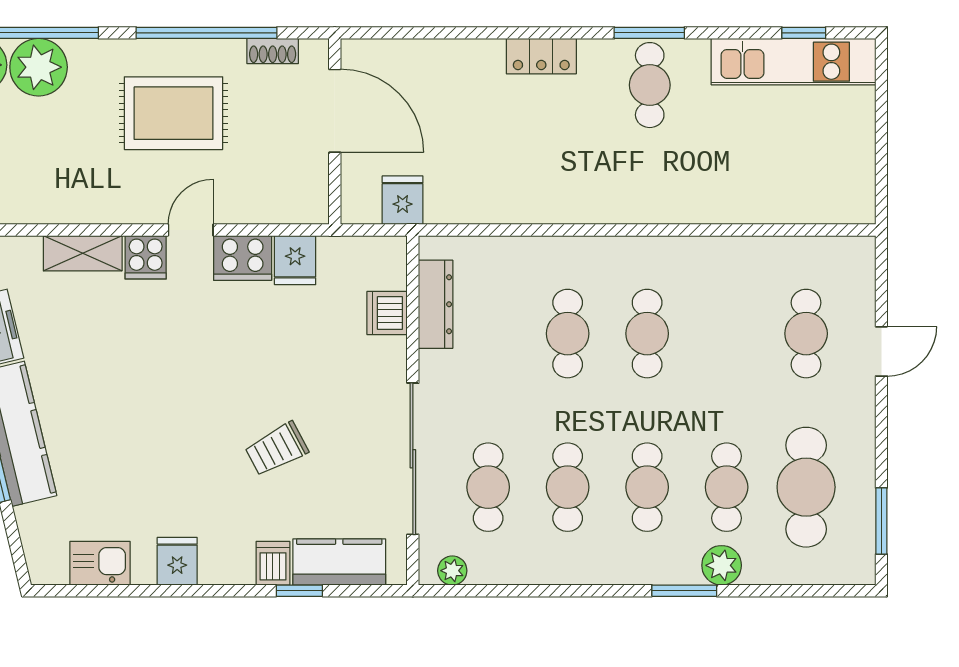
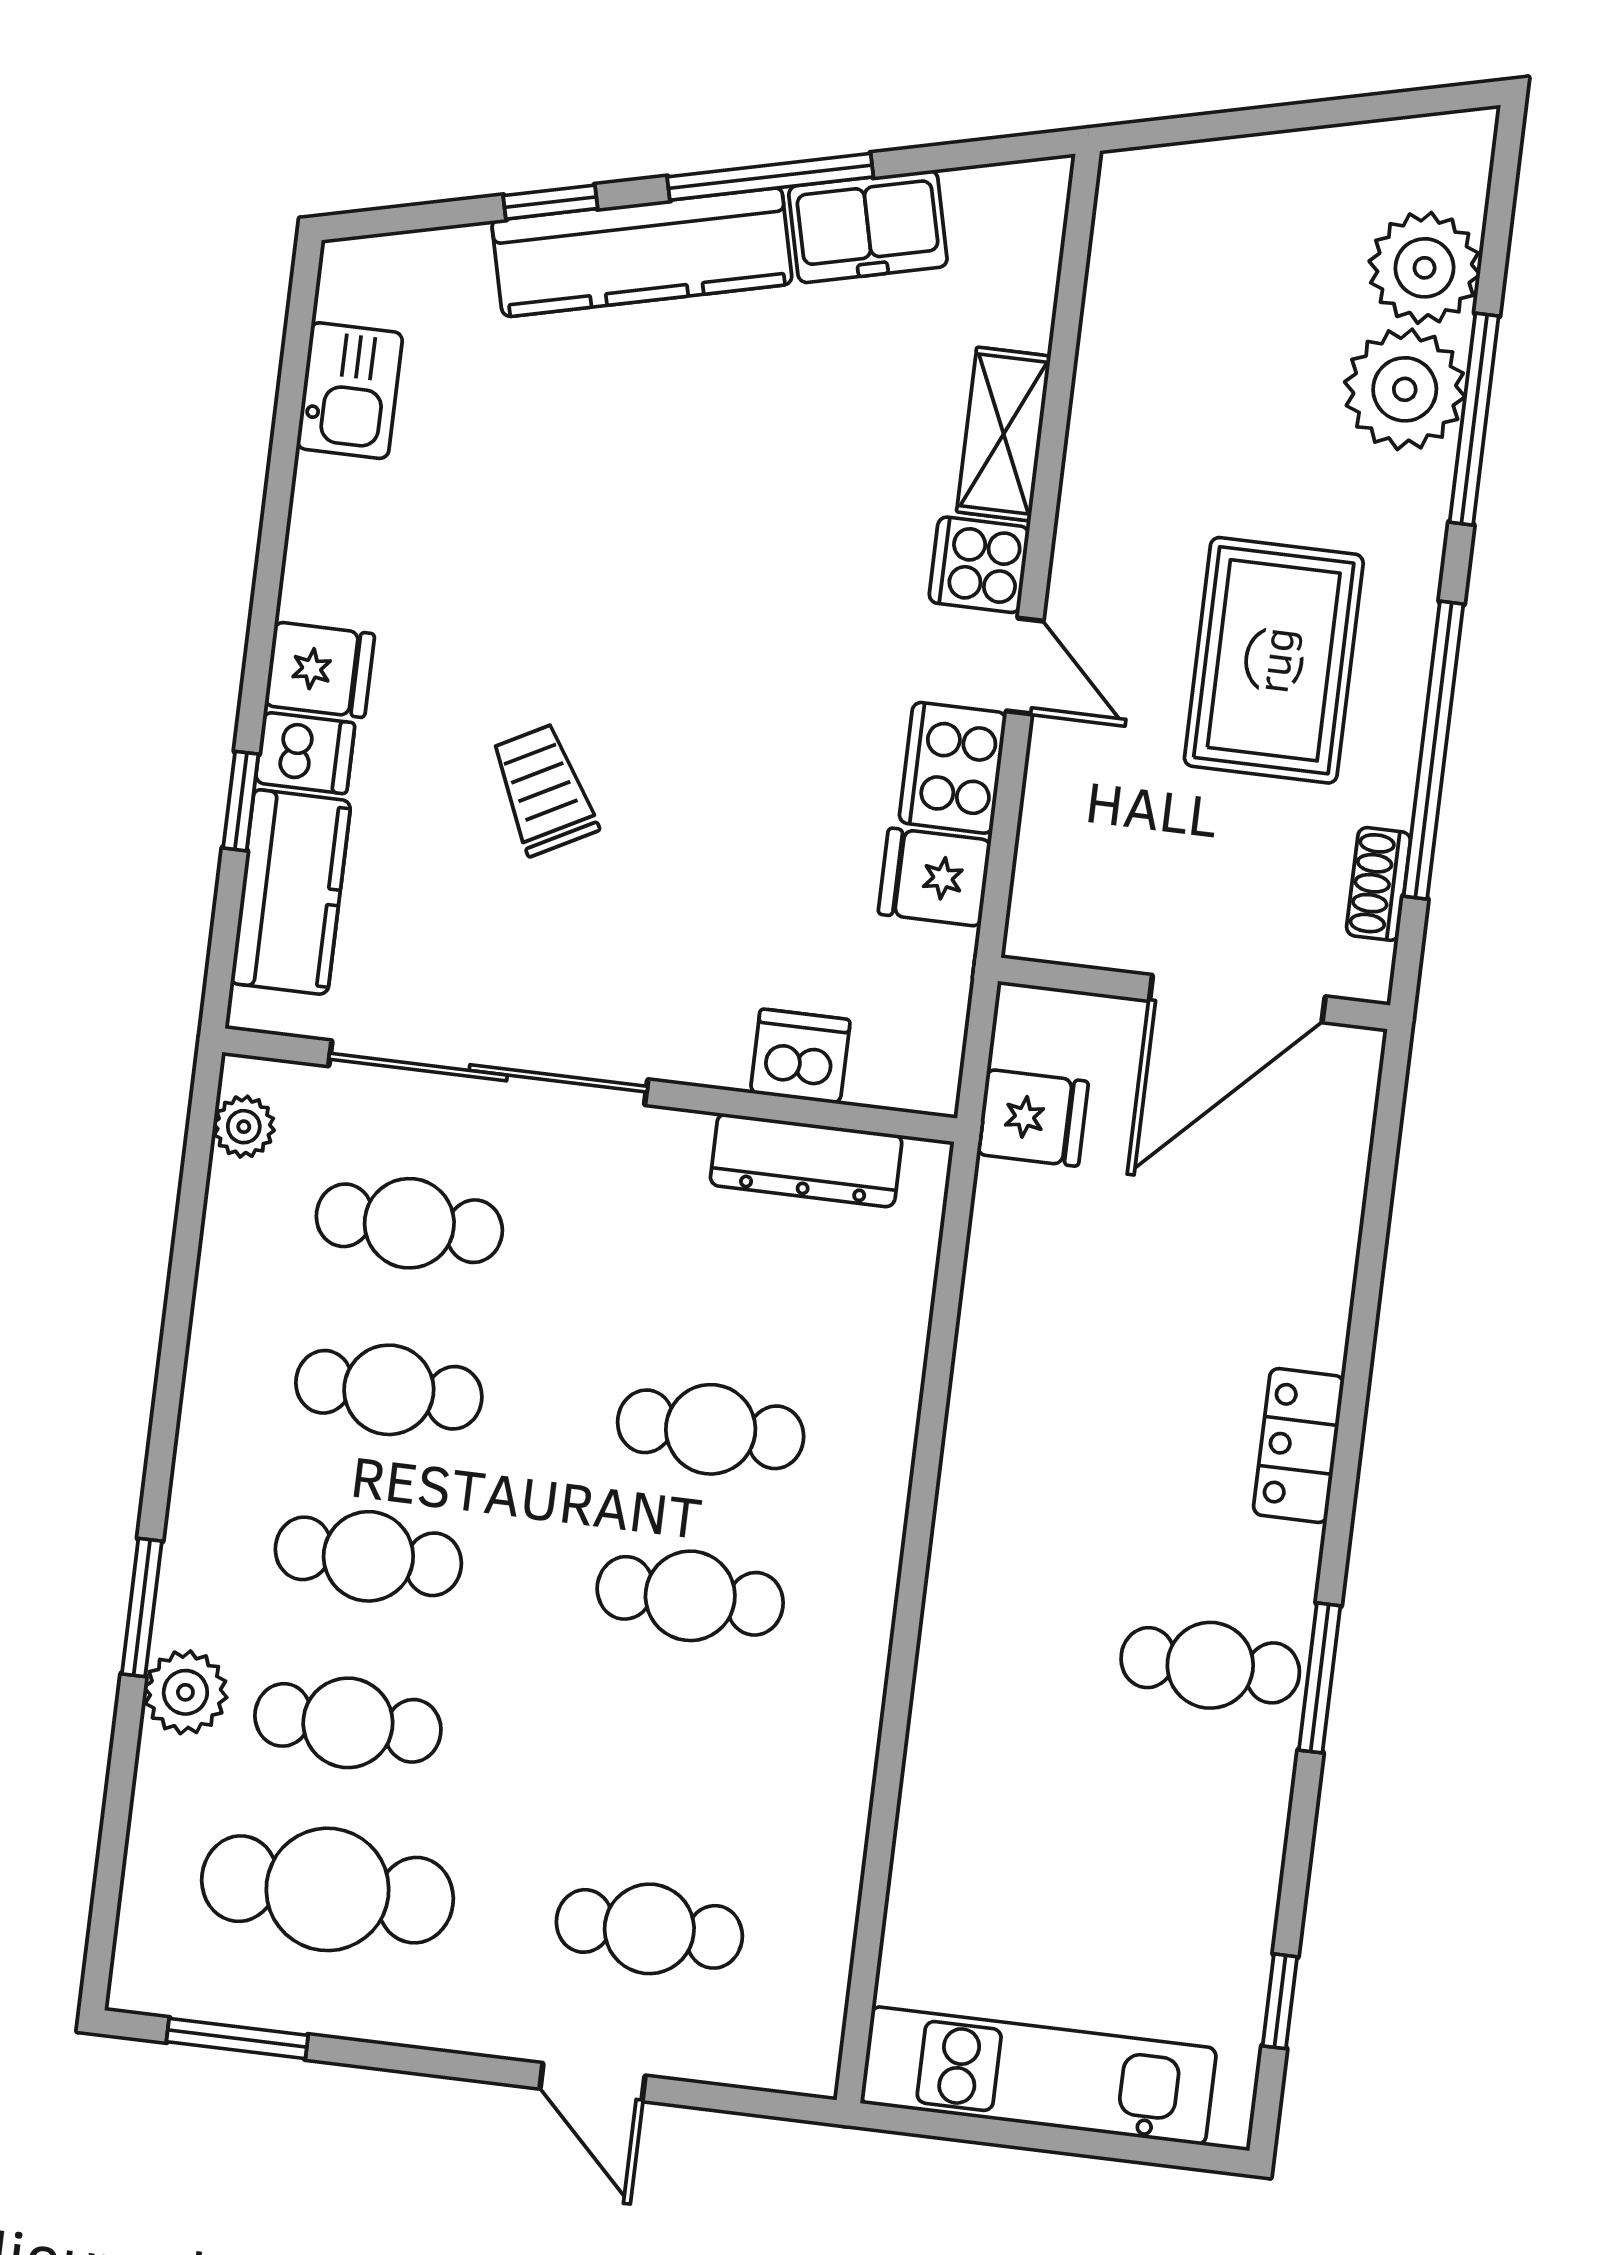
kitchen unit: (794, 62) -> (1038, 2076), moved, turned 90
fridge: (177, 561) -> (320, 670), moved

